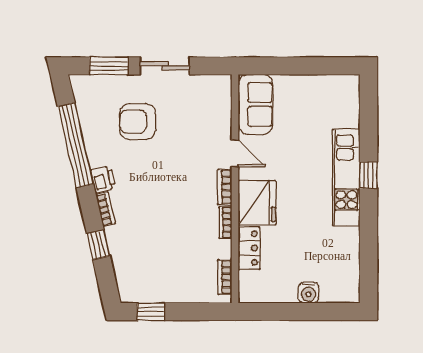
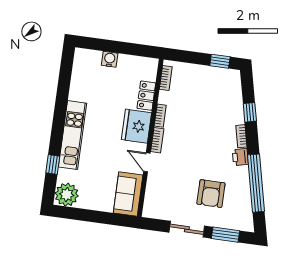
plant: (343, 91) -> (67, 195), added
armchair: (138, 122) -> (211, 194), turned 90
window: (369, 175) -> (53, 164), moved

